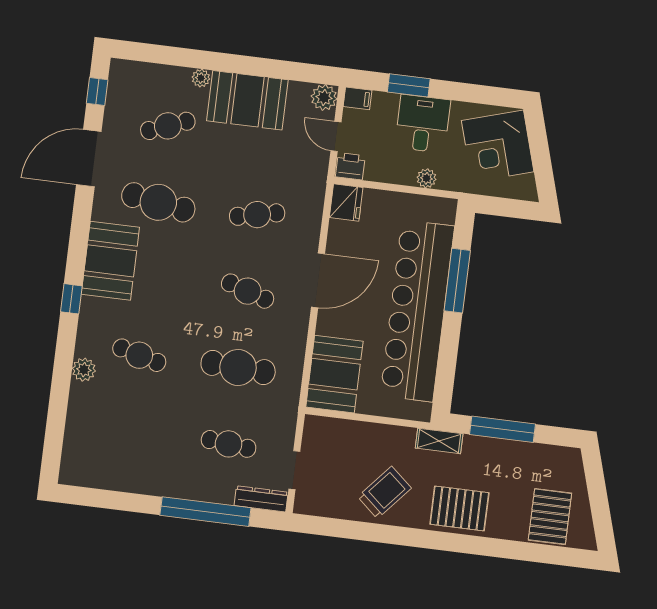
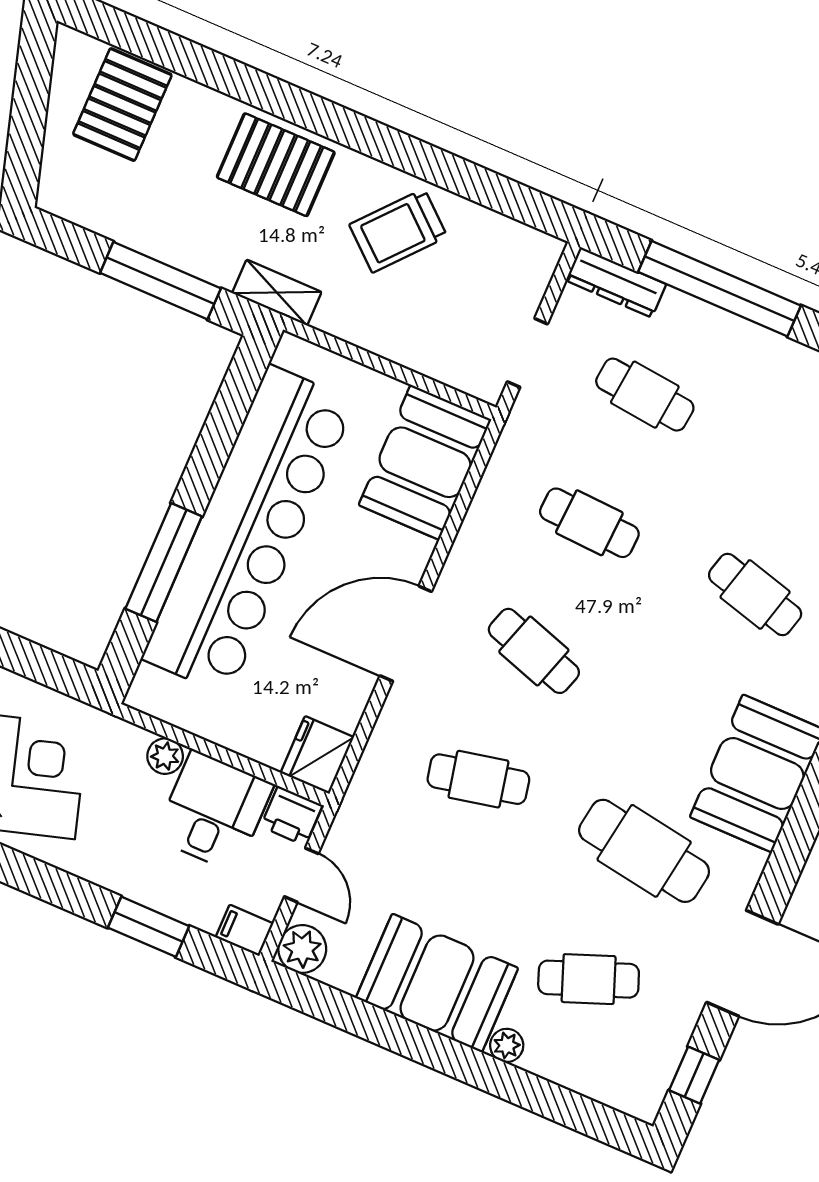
desk: (423, 124) -> (214, 811), moved, turned 180
cafe table: (238, 367) -> (589, 523), width x0.73, depth x0.74
doorway: (294, 470) -> (527, 353), moved

